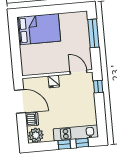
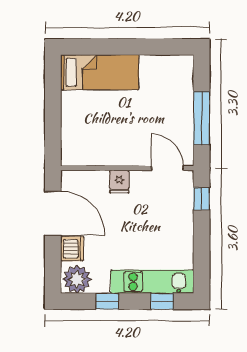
bed: (39, 29) -> (100, 72), width x0.67
window: (93, 33) -> (202, 118), moved
window: (64, 144) -> (107, 301), moved

